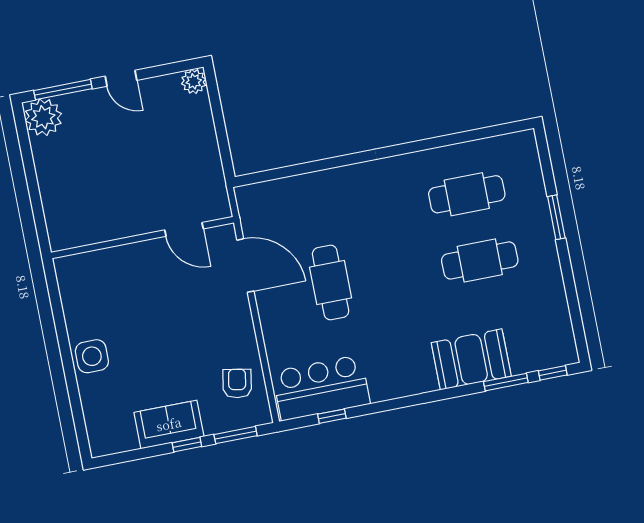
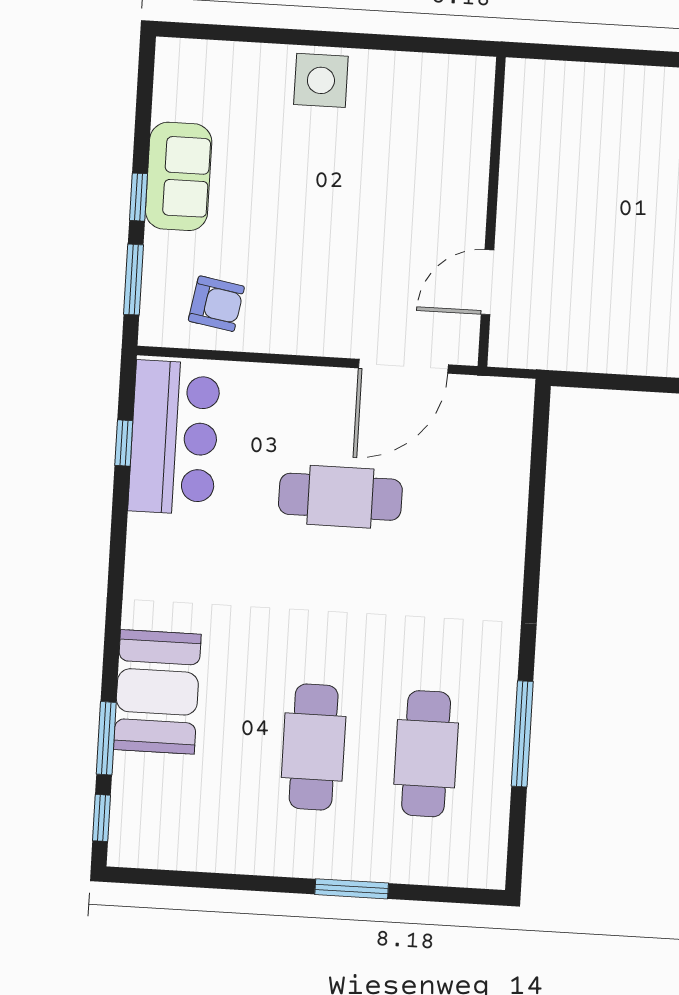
window: (441, 141) -> (522, 734), added

